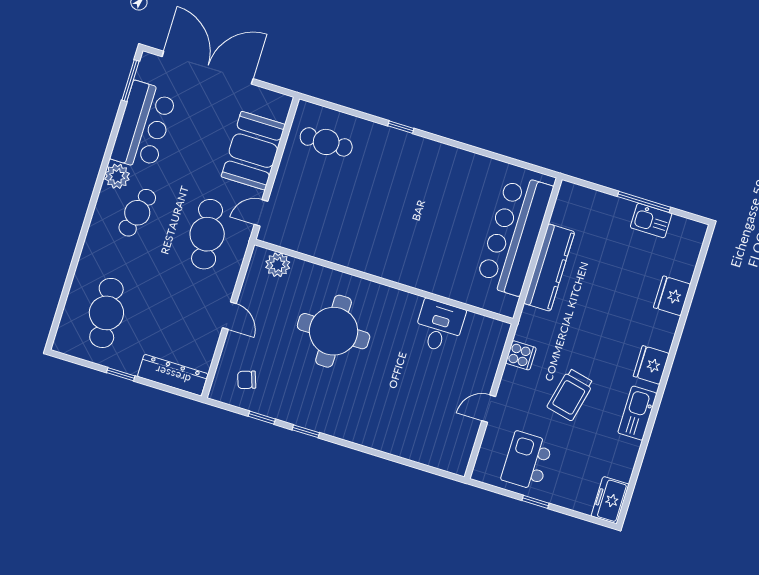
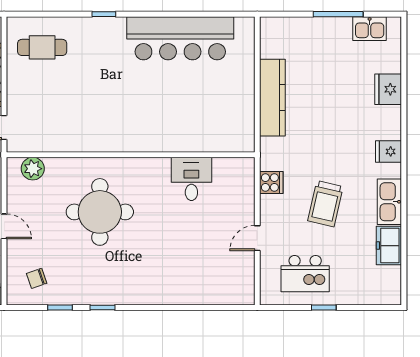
kitchen sink: (651, 221) -> (370, 29), moved
bar counter: (515, 235) -> (180, 38), moved, turned -90
fridge: (651, 365) -> (389, 151), width x0.72
kitchen island: (527, 461) -> (305, 274), turned -90
freezer: (610, 500) -> (389, 246), moved

